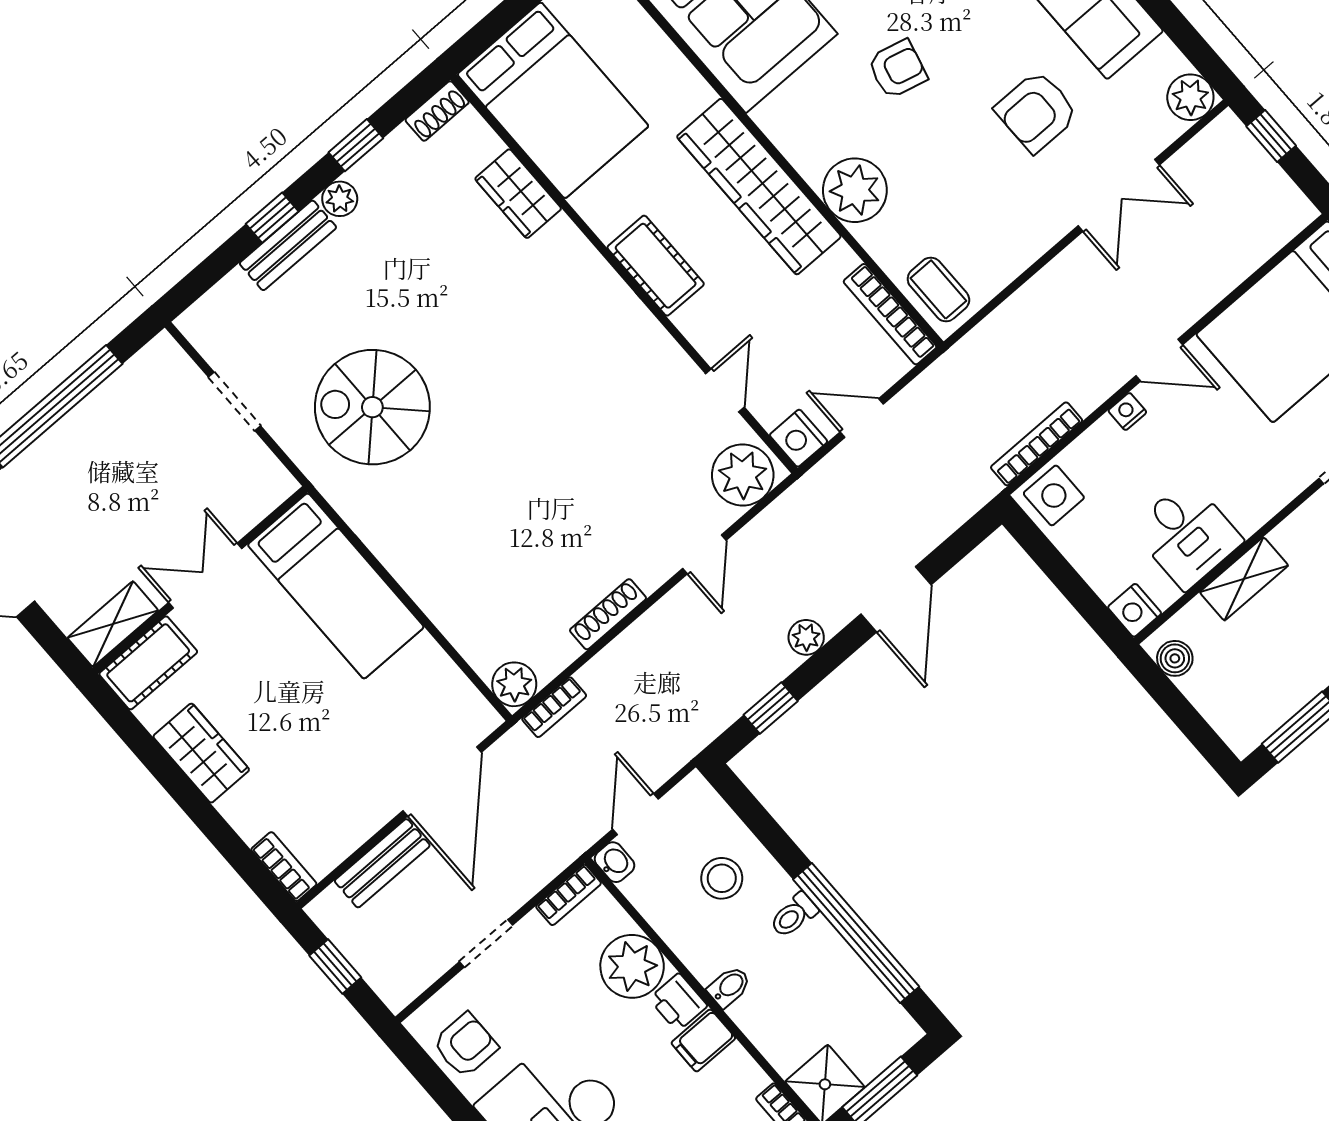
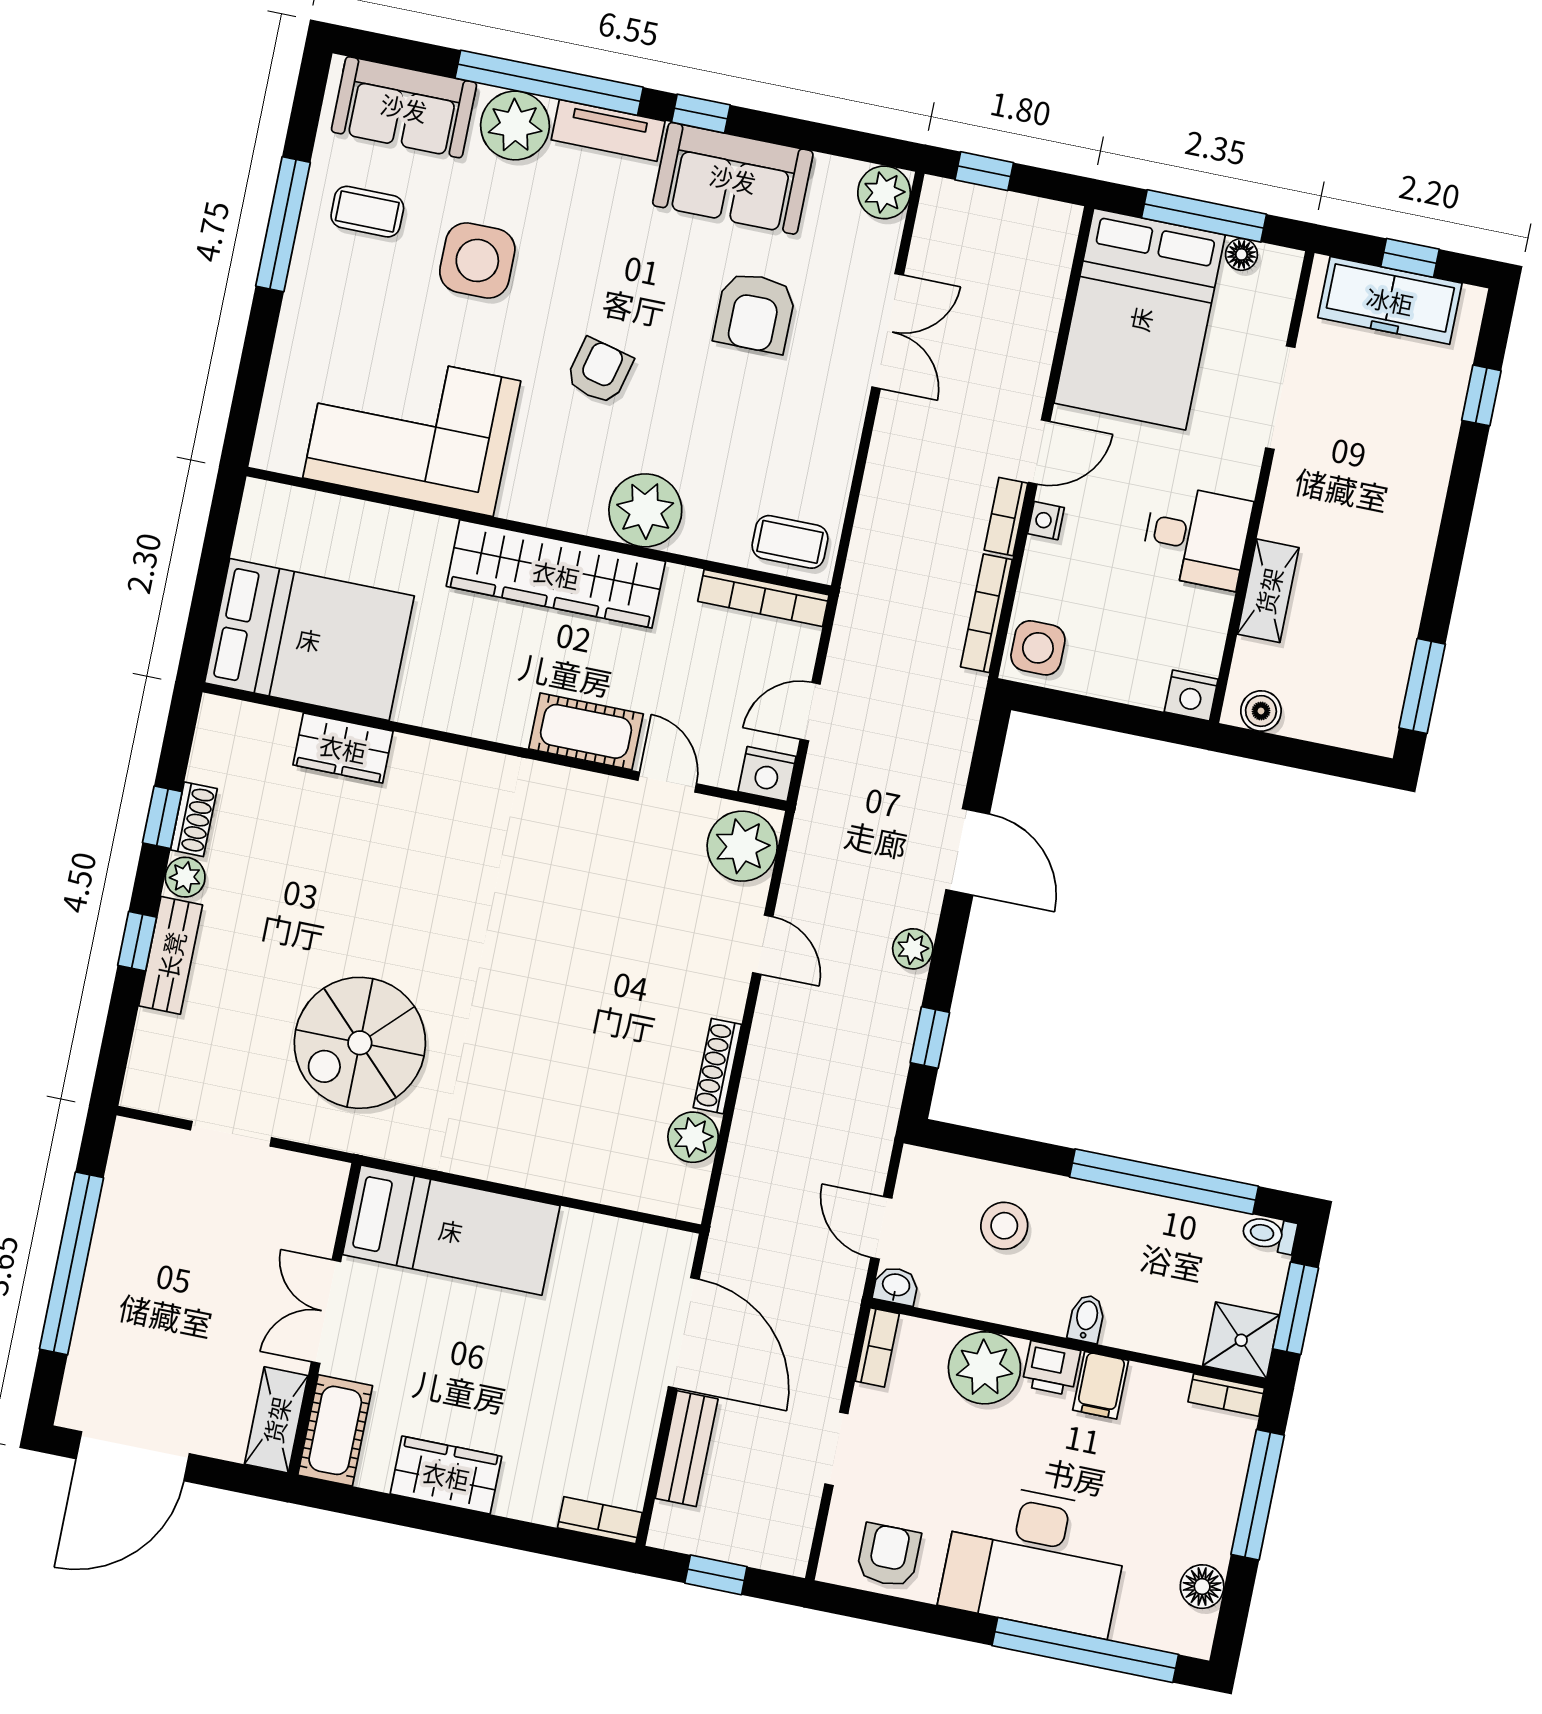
shoe rack: (437, 111) -> (194, 819), moved
cot: (656, 266) -> (586, 731), moved
desk: (1187, 534) -> (1196, 537), moved
plant: (514, 684) -> (693, 1137), moved
bookcase: (554, 707) -> (1006, 517), moved, turned 180
toilet: (794, 915) -> (1269, 1234), moved, turned 90

